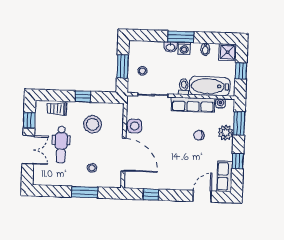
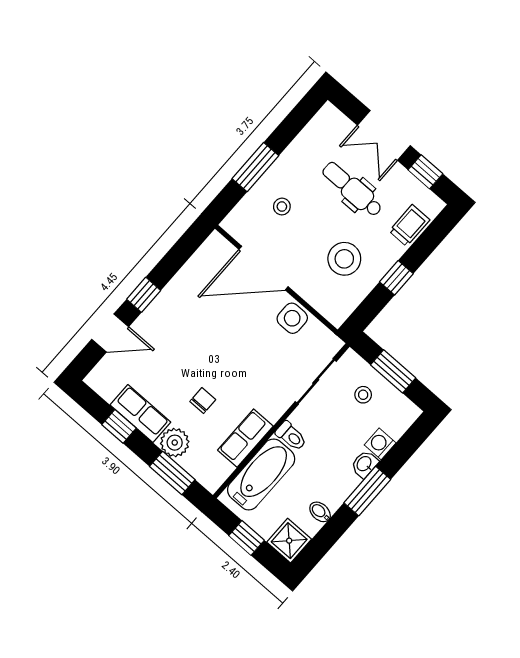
washing machine: (184, 48) -> (380, 444), moved
water cooler: (220, 103) -> (223, 470), removed
row of seats: (193, 105) -> (245, 438), width x0.68
row of seats: (225, 176) -> (140, 413), moved
window: (151, 194) -> (144, 295), moved
door: (202, 196) -> (110, 333), hinge flipped

